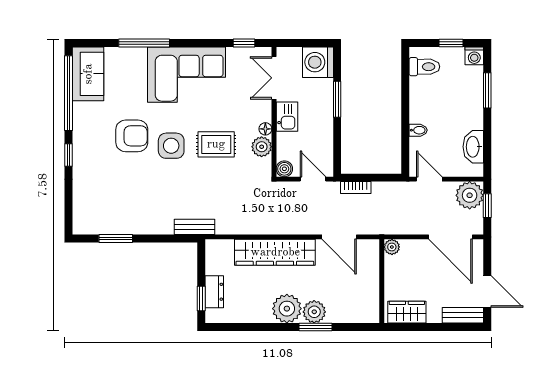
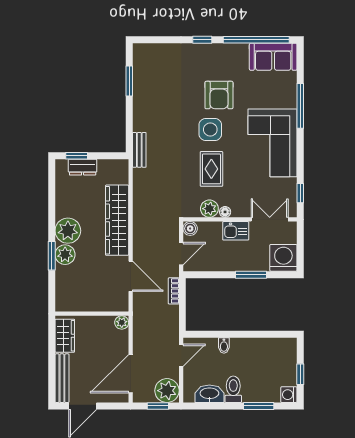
toilet: (424, 67) -> (233, 389), moved, turned 180
door: (339, 237) -> (131, 276), swing flipped
bench: (463, 315) -> (62, 378), width x1.36

